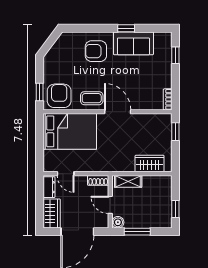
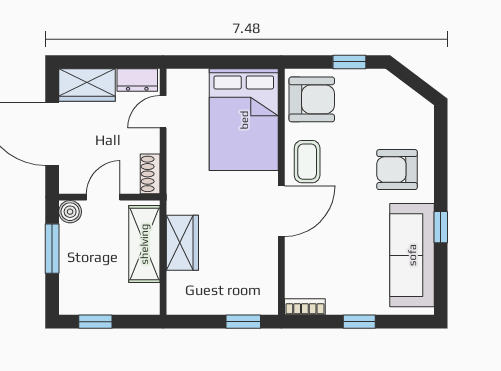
sofa: (133, 43) -> (412, 255), width x1.36
armchair: (96, 51) -> (397, 170), turned -90
window: (175, 55) -> (359, 322), moved
window: (40, 92) -> (349, 62), moved
wardrobe: (150, 164) -> (182, 243), moved
shelving: (128, 181) -> (144, 244), width x1.50, depth x1.33

